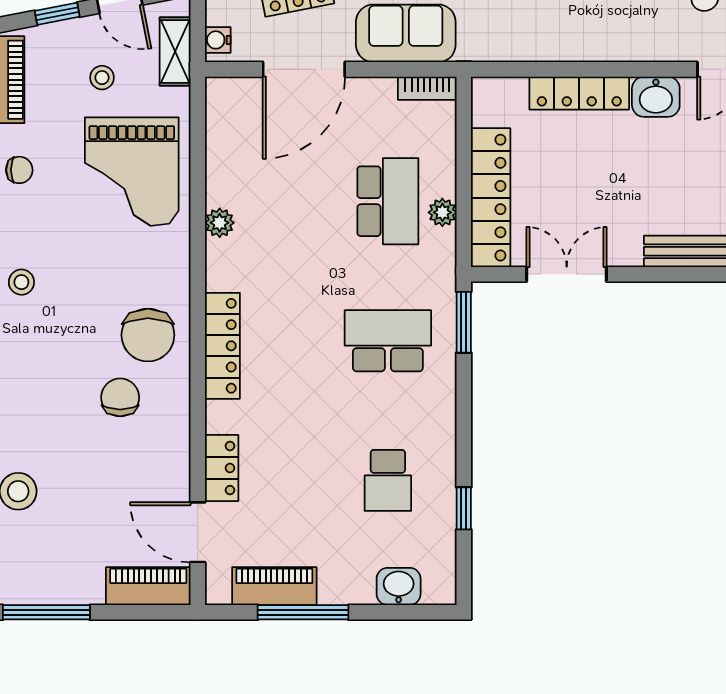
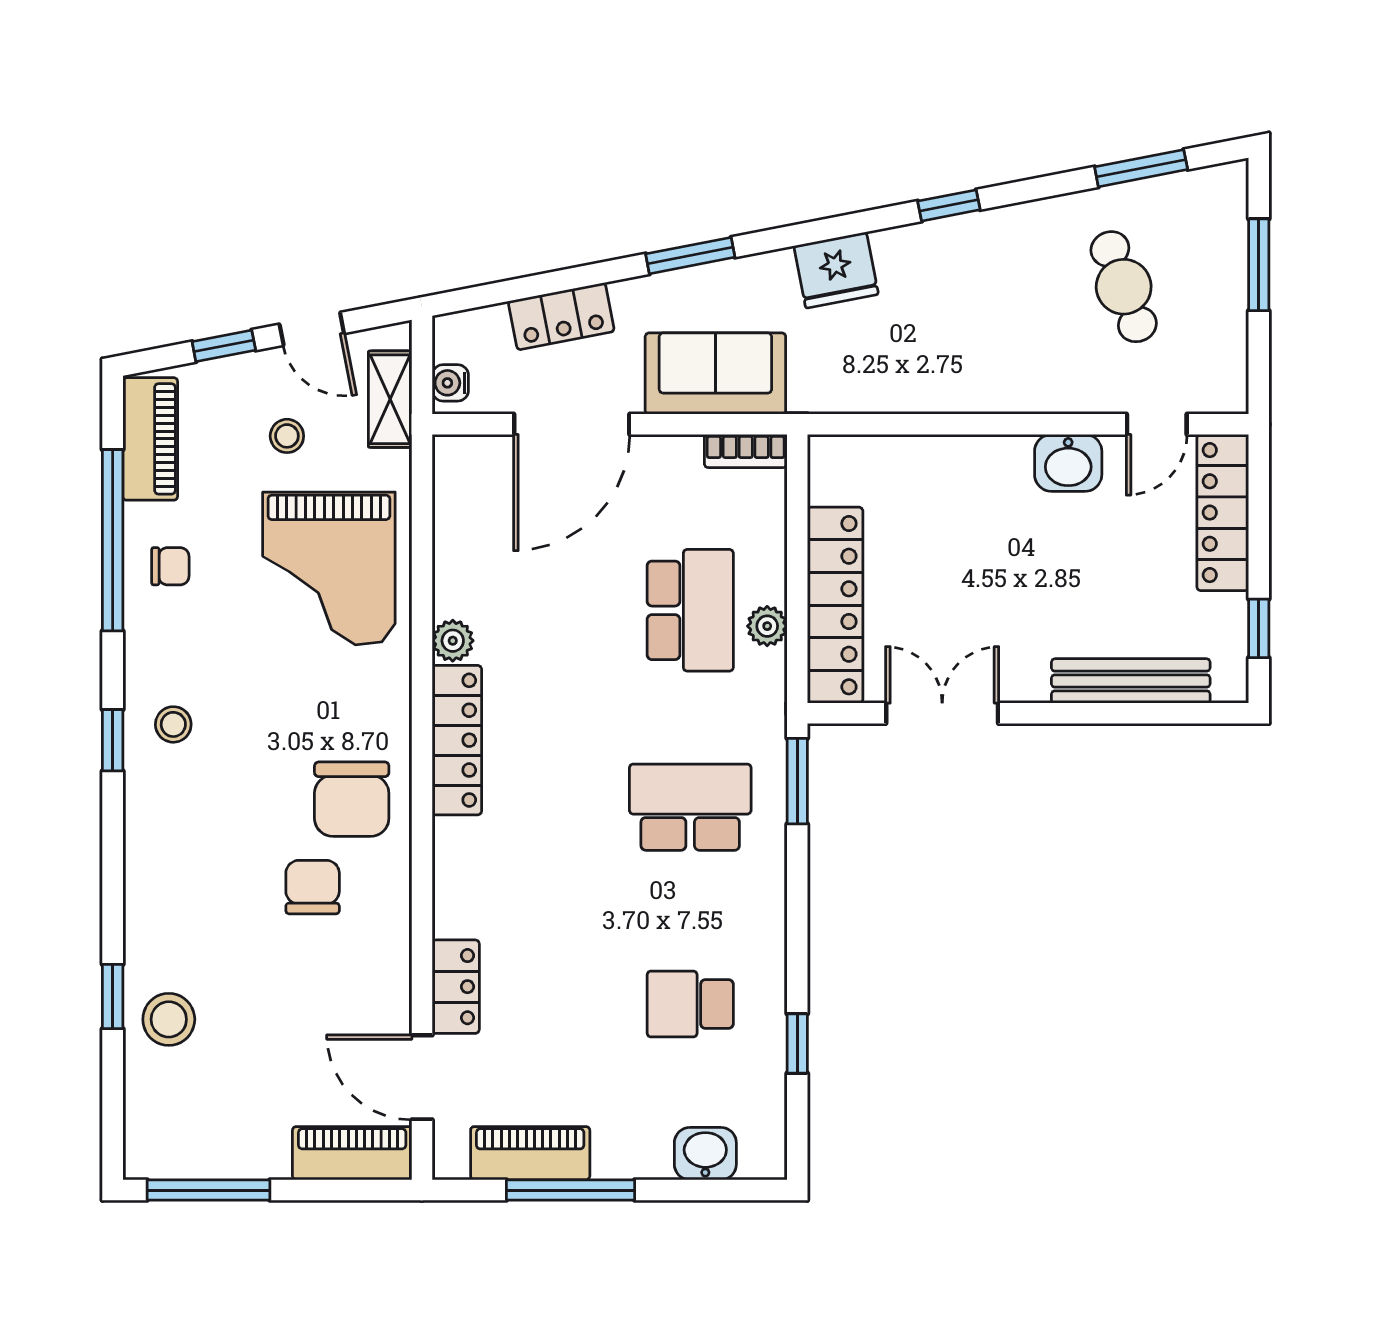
locker: (579, 93) -> (960, 458), removed
locker: (222, 346) -> (457, 740), moved
school desk: (388, 480) -> (690, 1004), turned 90

